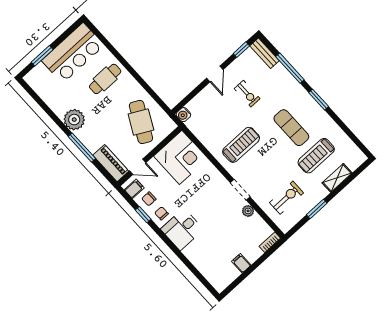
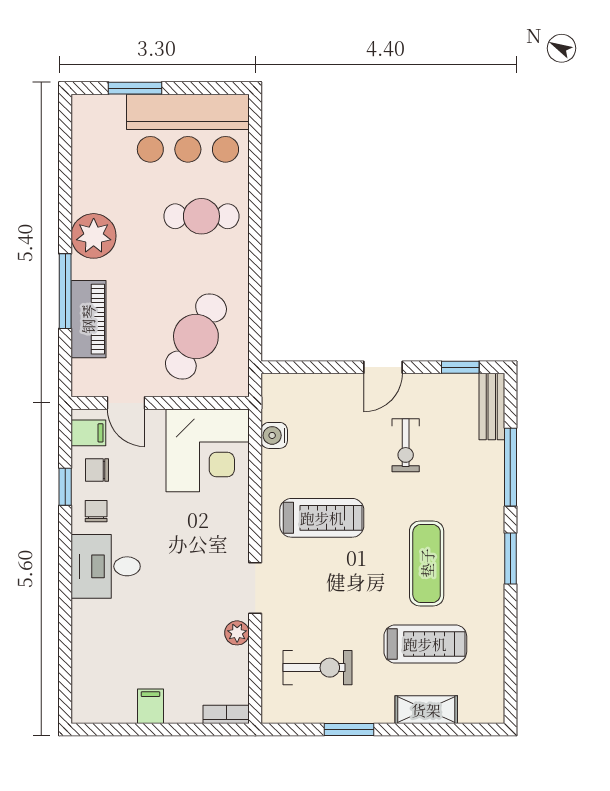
water cooler: (183, 115) -> (274, 435), moved
treadmill: (316, 156) -> (425, 644), turned 180
piano: (111, 163) -> (88, 319), moved

